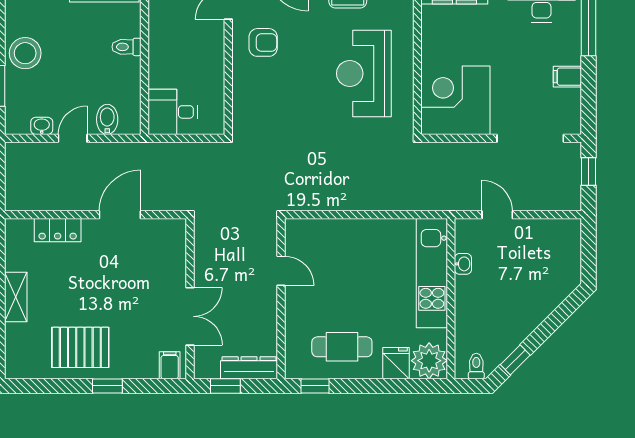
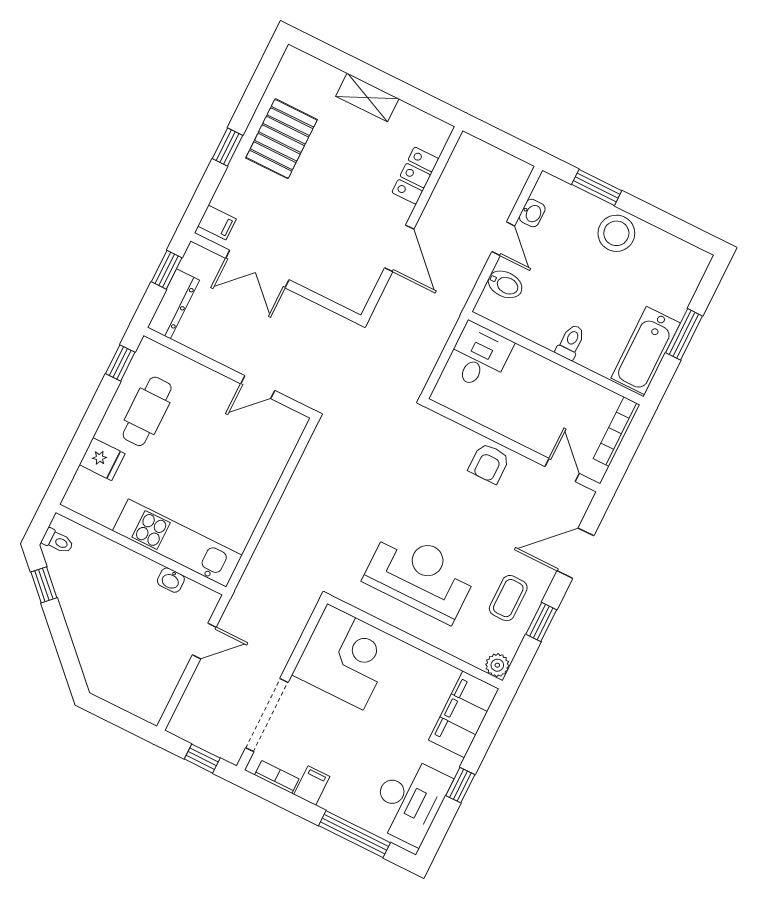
armchair: (263, 42) -> (489, 463), moved
bookcase: (574, 107) -> (277, 777), added
plant: (429, 361) -> (88, 495), removed

